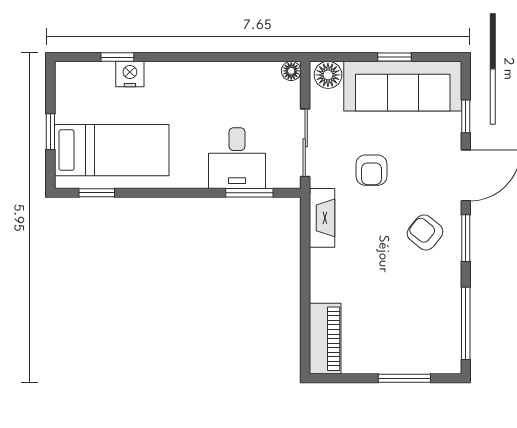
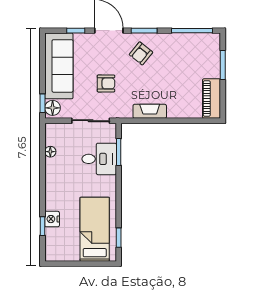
window: (395, 57) -> (43, 103), moved
floor lamp: (291, 71) -> (50, 152), moved
window: (50, 132) -> (84, 264), removed
fireplace: (322, 218) -> (150, 111), moved
piano: (325, 339) -> (212, 99), moved, turned -90

